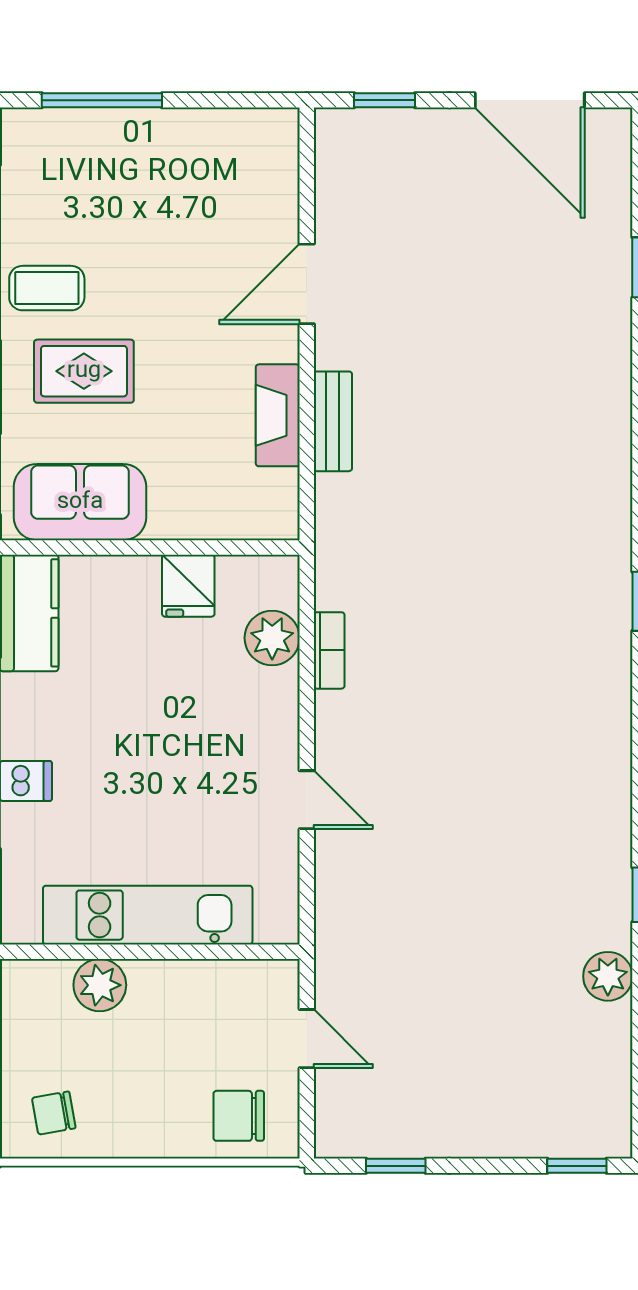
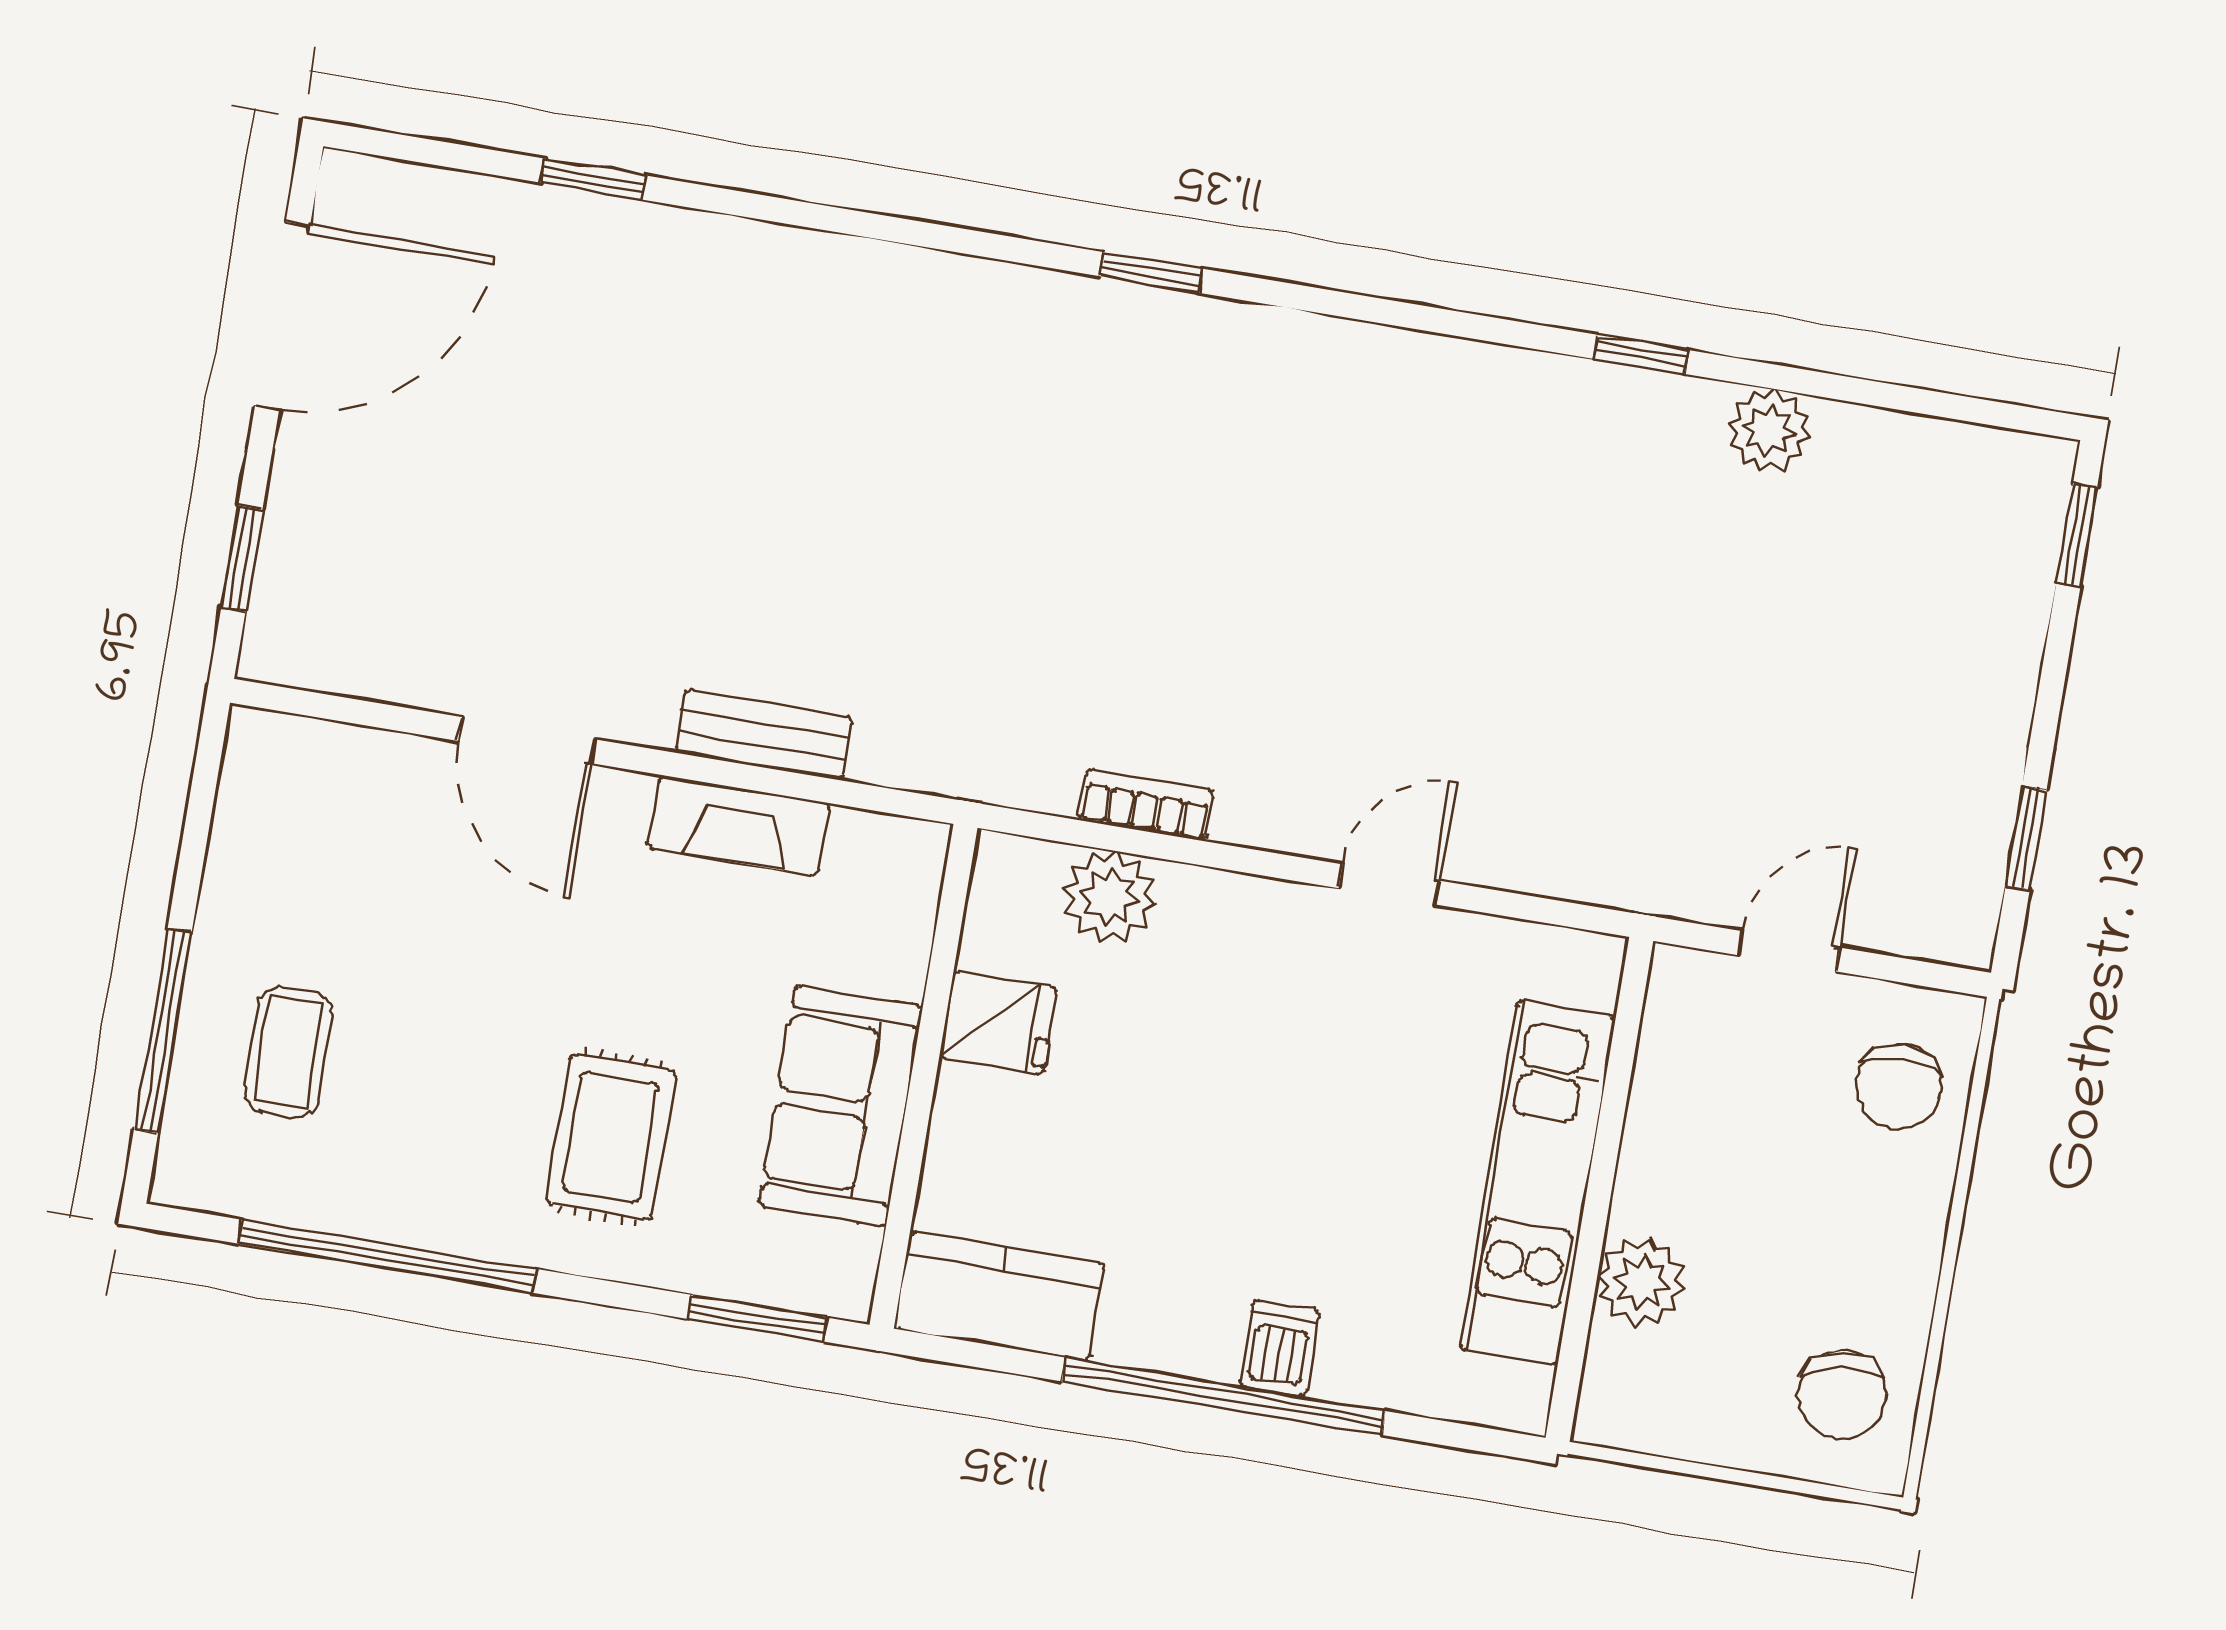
coffee table: (47, 288) -> (288, 1052), moved
sofa: (80, 502) -> (841, 1106), moved
chair: (54, 1113) -> (1842, 1395), width x1.37, depth x1.37

